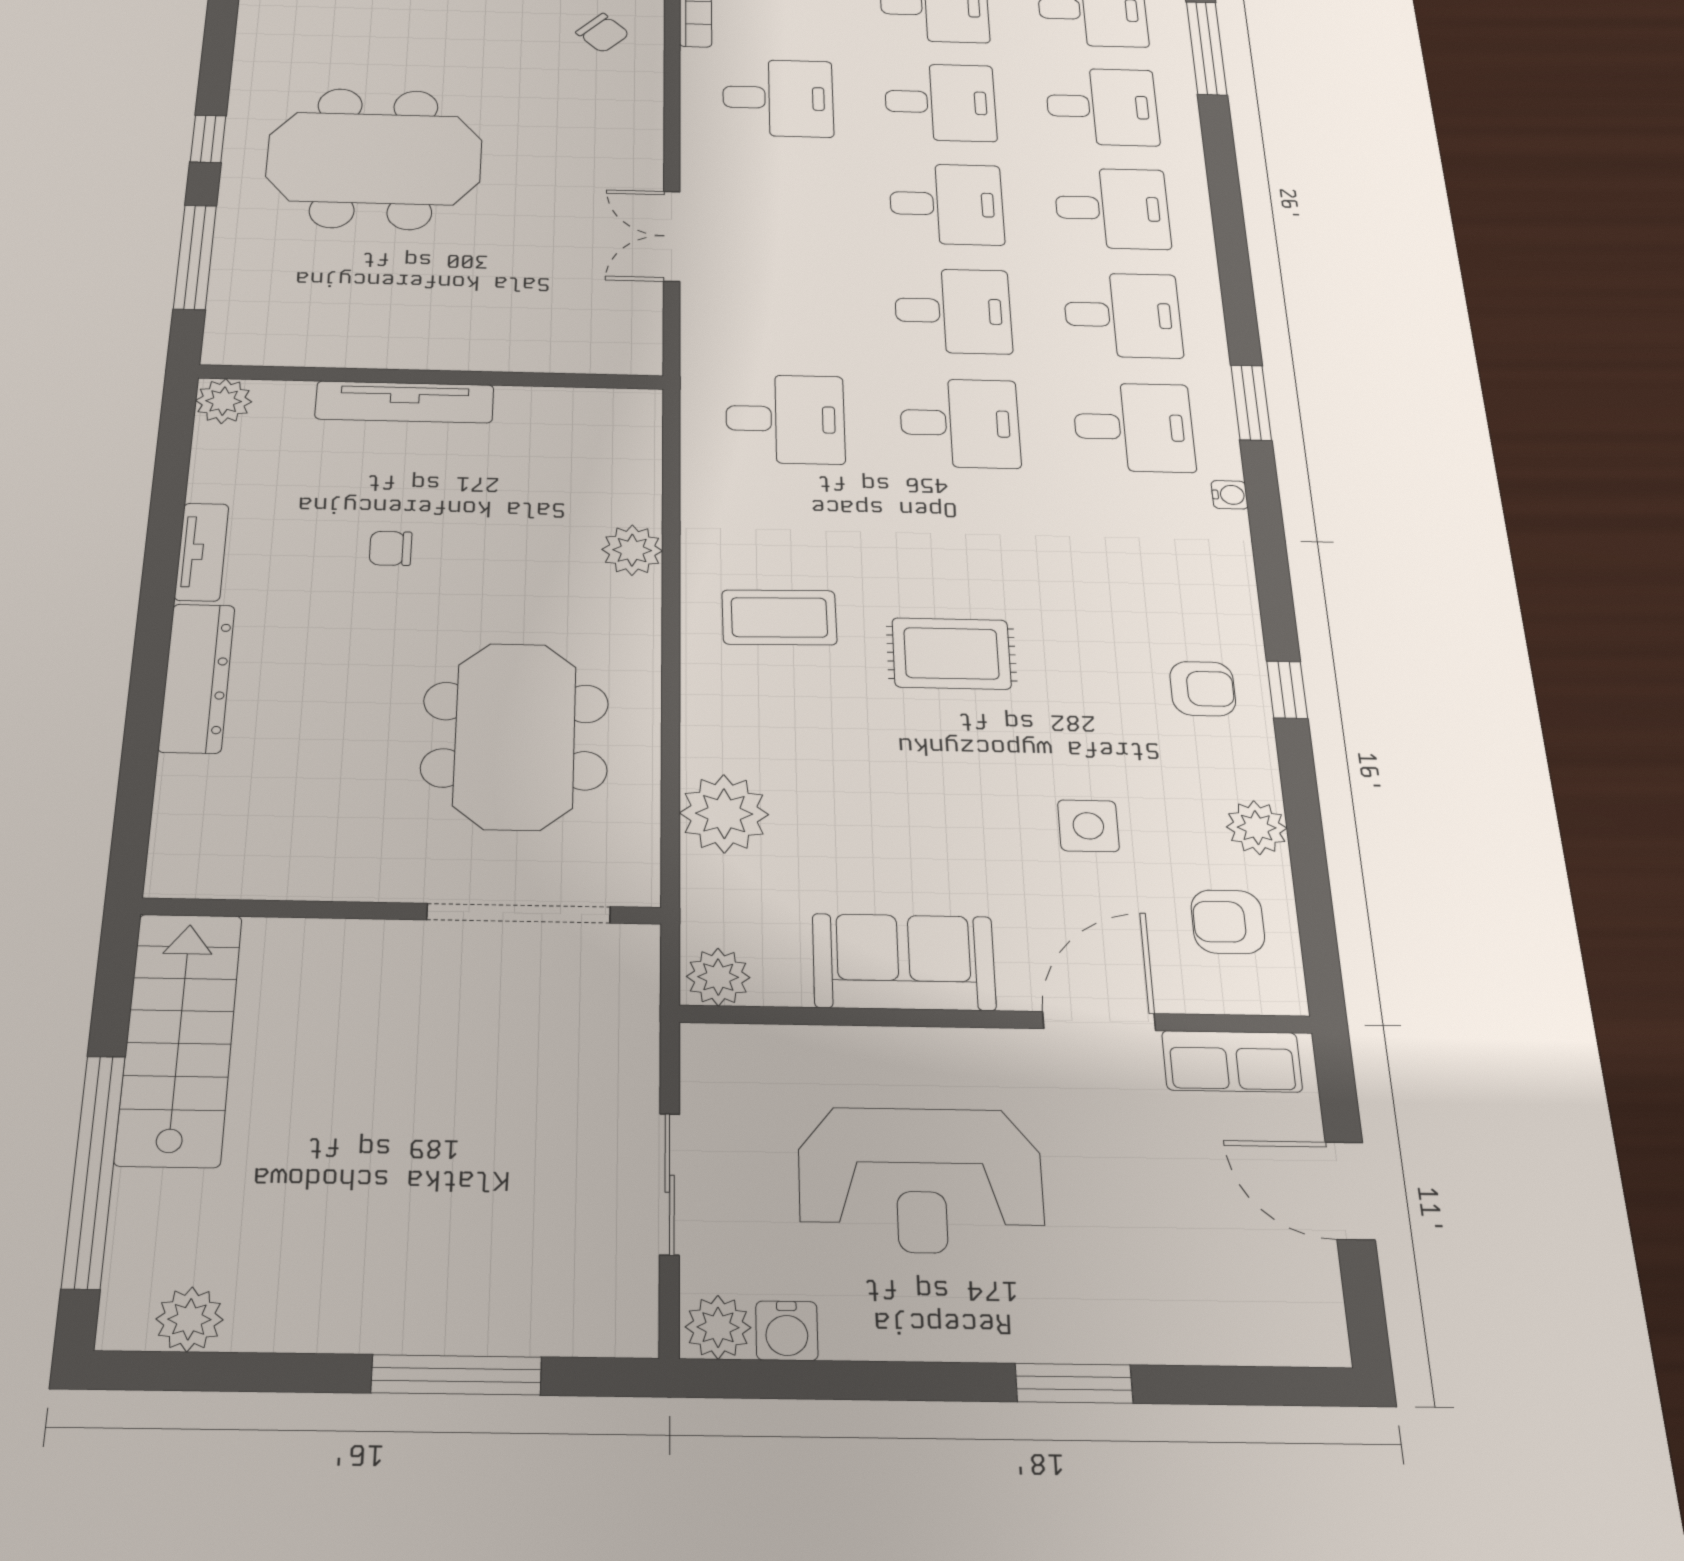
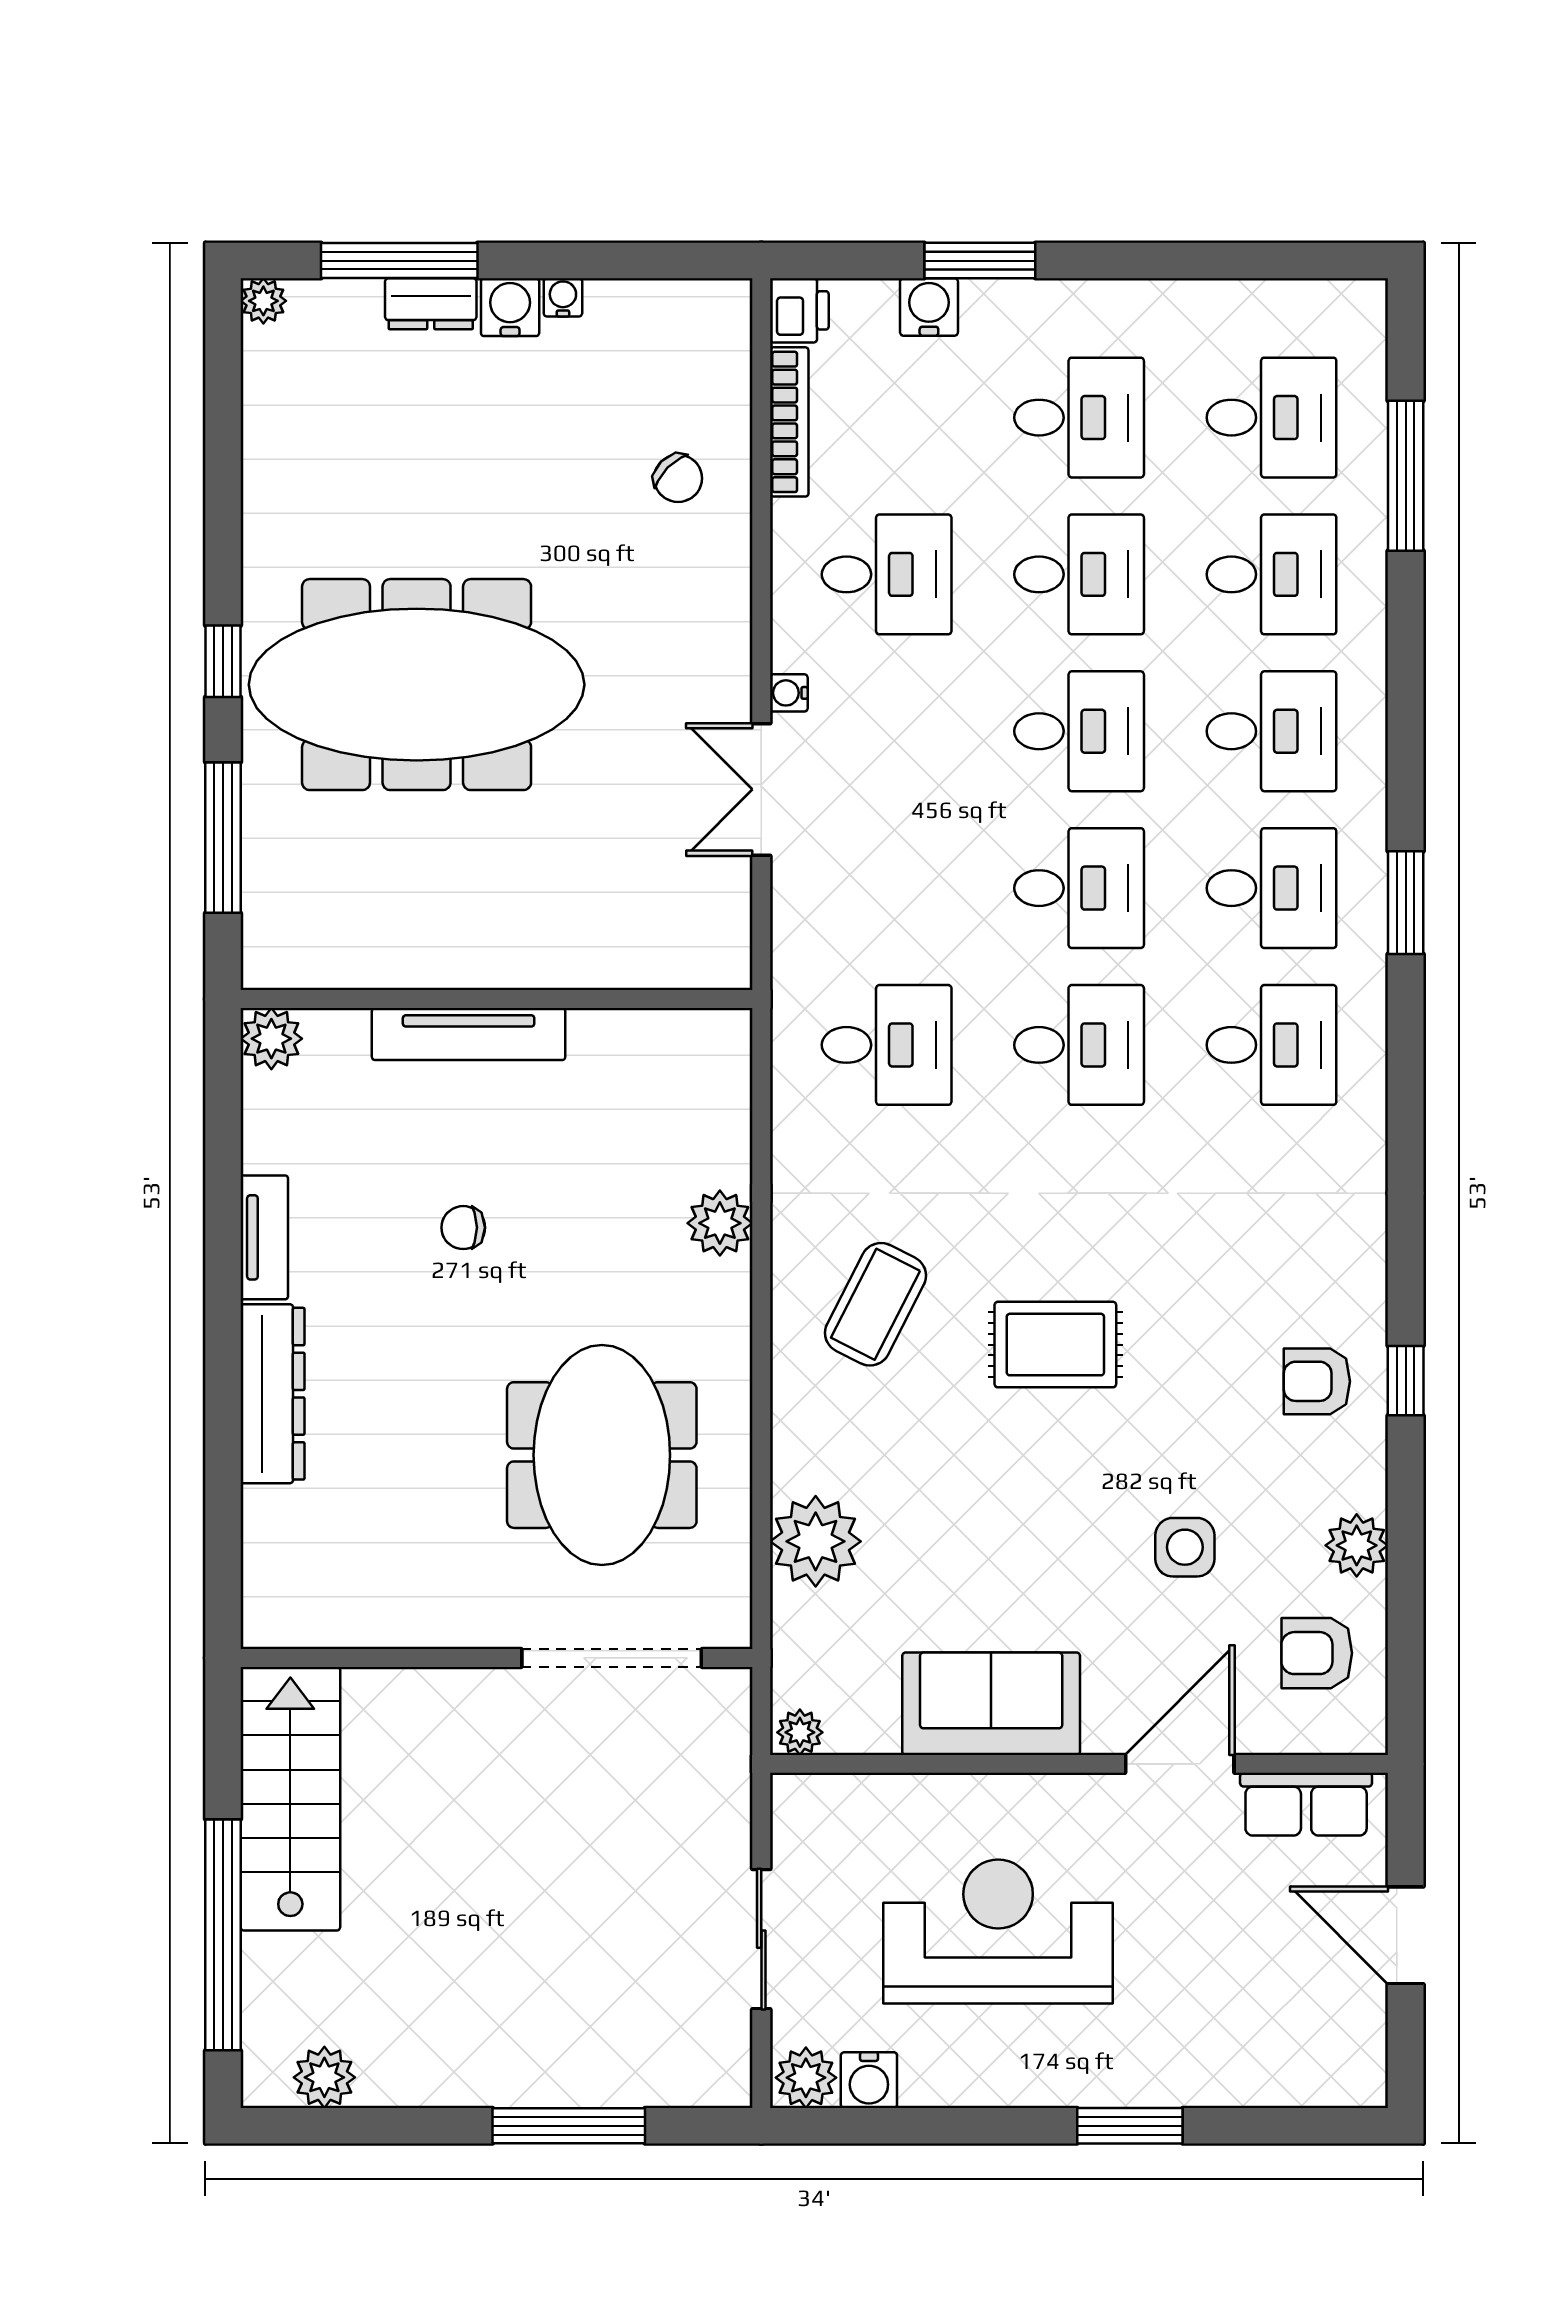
meeting table: (374, 158) -> (417, 685), width x1.36
window: (1251, 403) -> (1406, 903), moved
water cooler: (1230, 495) -> (789, 693), moved, turned 180
coffee table: (779, 617) -> (875, 1304), turned -62
armchair: (1203, 689) -> (1317, 1381), turned 180
plant: (718, 977) -> (800, 1732), width x0.73, depth x0.73
reception desk: (921, 1180) -> (998, 1932), turned 180

